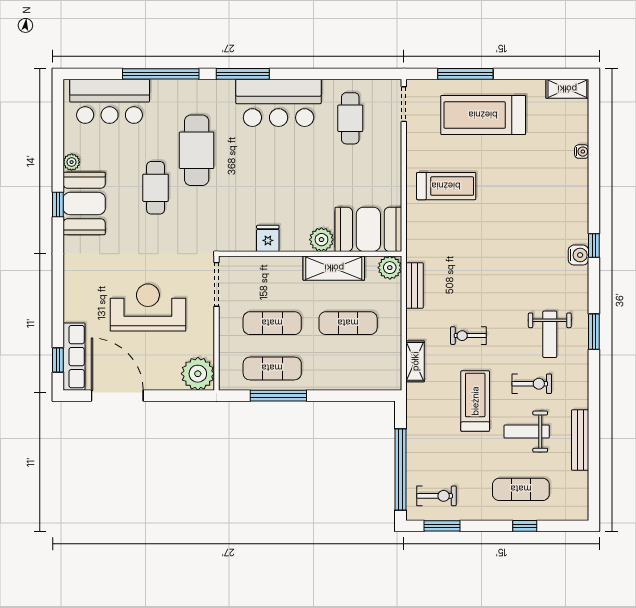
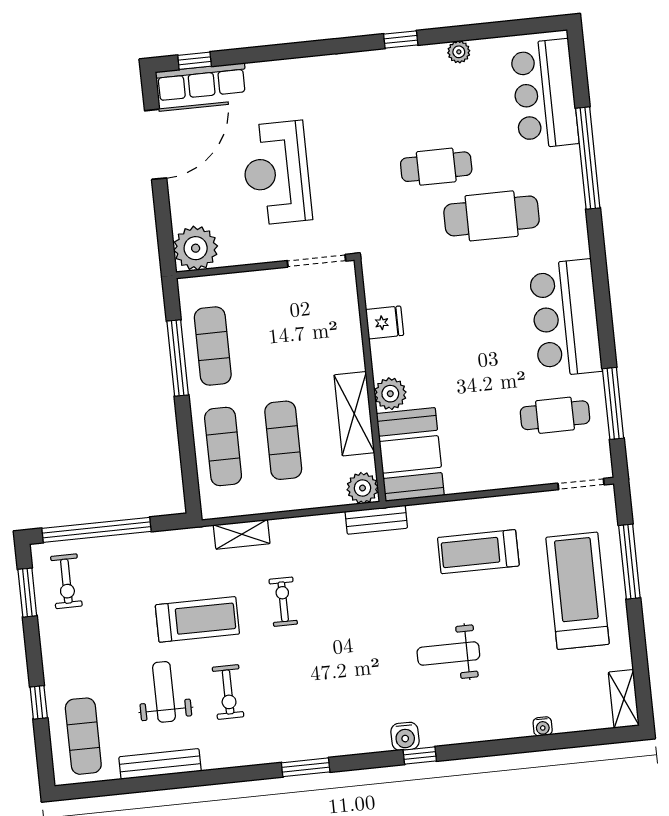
window: (243, 74) -> (613, 403), moved
treadmill: (446, 186) -> (478, 552), turned 90
booth: (84, 203) -> (406, 74), removed
bench: (414, 286) -> (376, 520), moved
reception desk: (148, 308) -> (276, 173), turned 180
exercise mat: (272, 323) -> (223, 447), moved
weight bench: (550, 334) -> (448, 654), moved
exercise mat: (521, 489) -> (83, 736), moved

